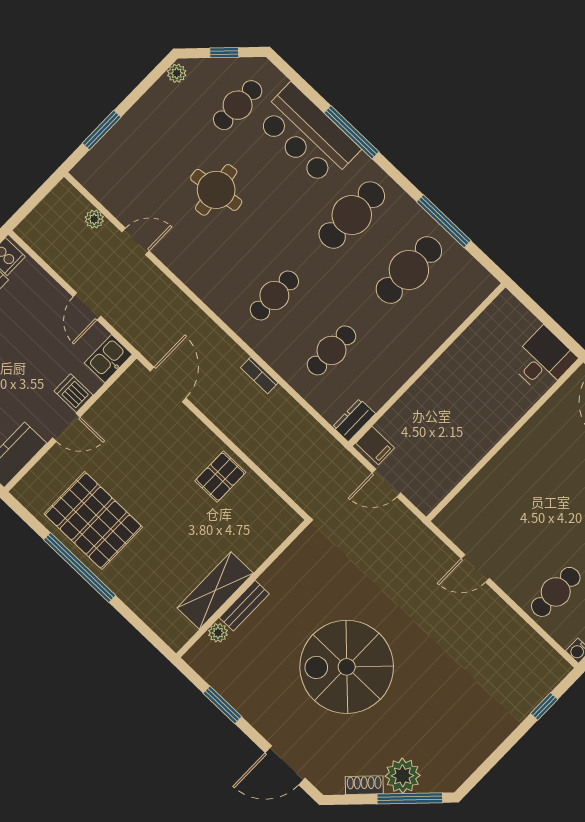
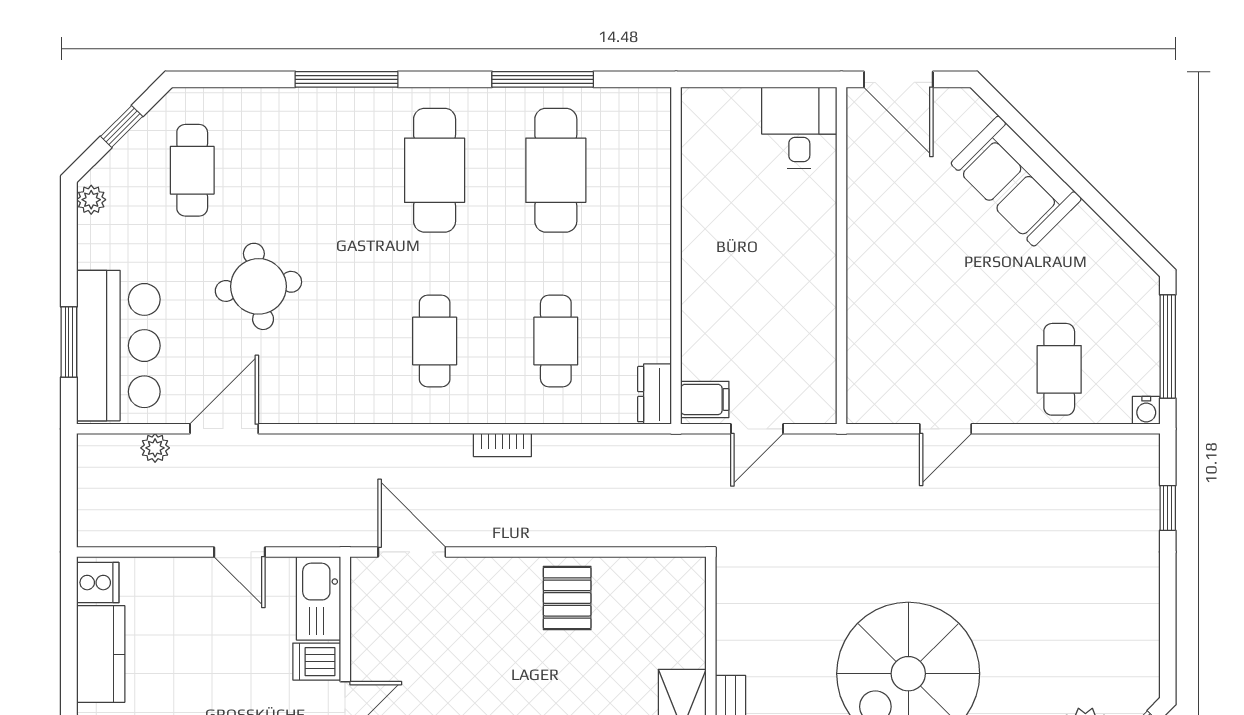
bar counter: (307, 135) -> (118, 346), moved, turned -90
door: (135, 241) -> (224, 429), width x1.38
kitchen sink: (108, 359) -> (319, 598), width x1.38

